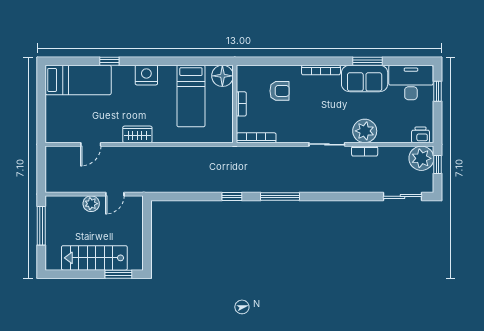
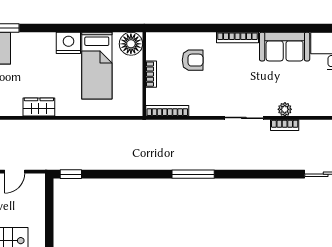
window: (368, 61) -> (288, 28), removed
nightstand: (146, 75) -> (68, 43), moved
plant: (365, 131) -> (285, 109), width x0.53, depth x0.53
window: (232, 196) -> (71, 174), moved

